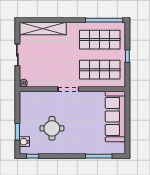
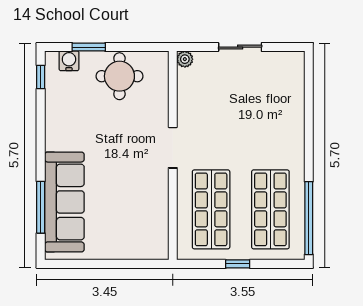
shelving: (43, 28) -> (292, 97), removed
sofa: (115, 116) -> (64, 202), moved, turned 90
round table: (52, 128) -> (119, 76), moved

